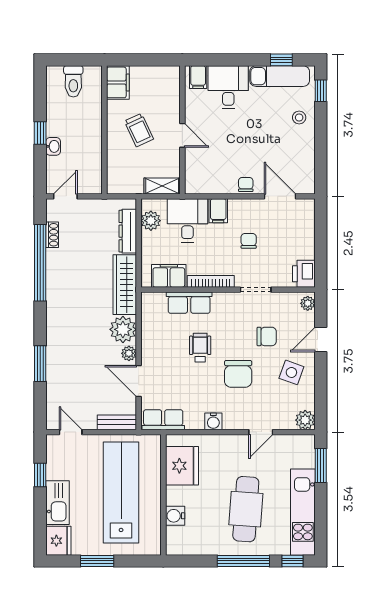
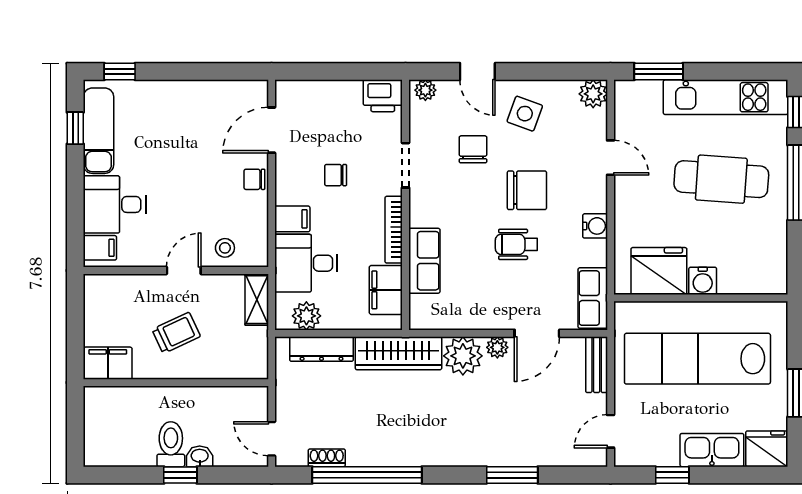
toilet: (73, 81) -> (171, 444), moved, turned -90
stool: (299, 118) -> (225, 248), moved
wheelchair: (200, 348) -> (516, 244), moved
water cooler: (175, 516) -> (703, 281), moved

